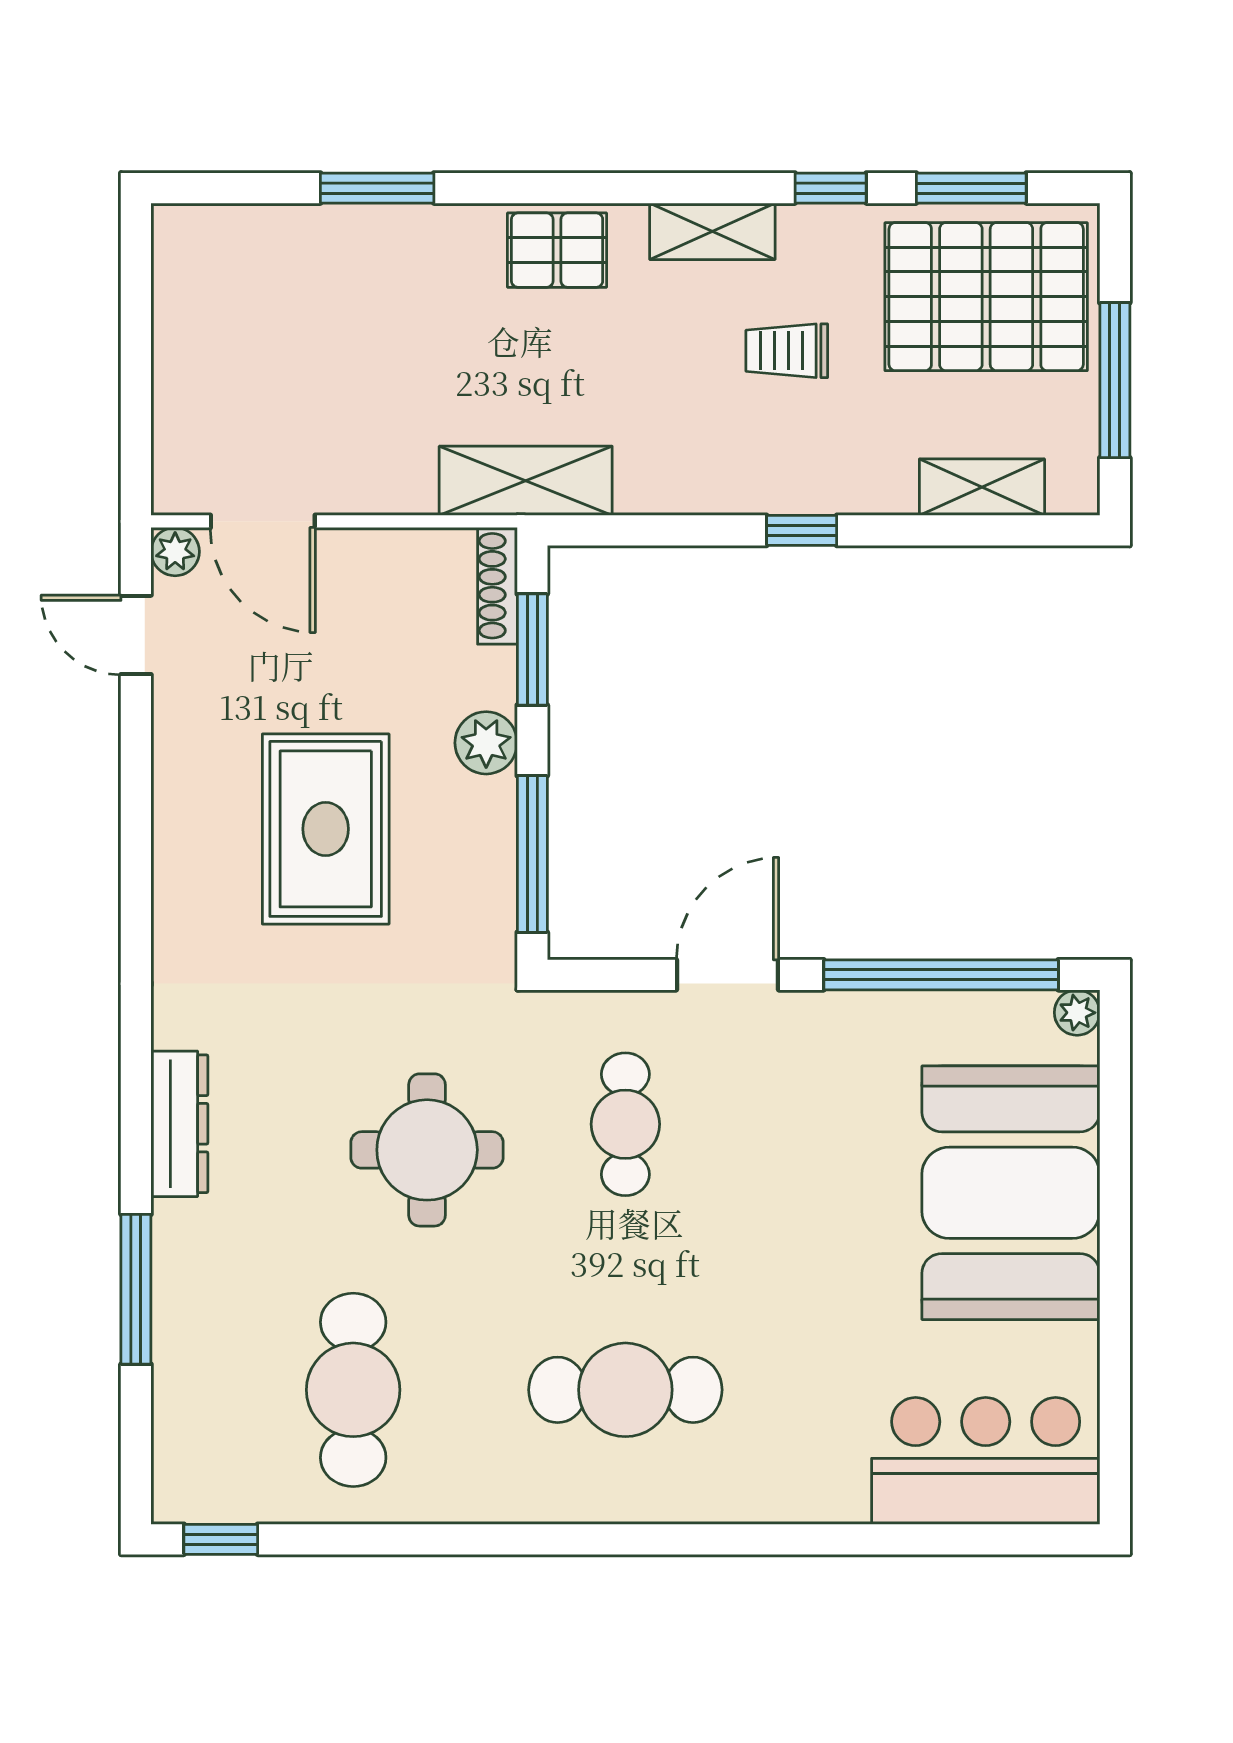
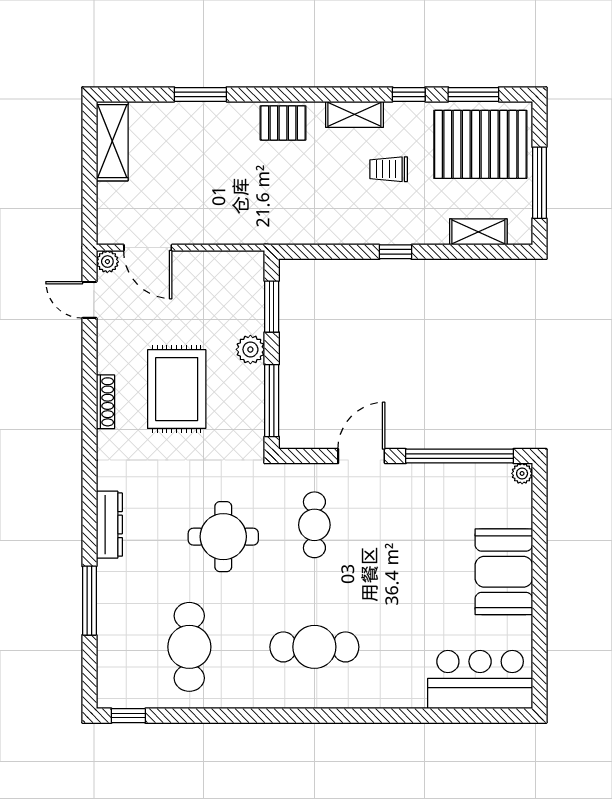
shelving: (526, 481) -> (112, 141), moved, turned 90
shoe rack: (497, 586) -> (105, 402), moved, turned 180
booth: (1011, 1193) -> (504, 572), width x0.73, depth x0.70

